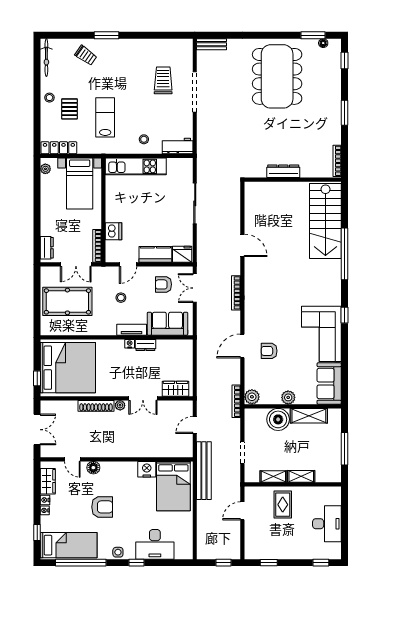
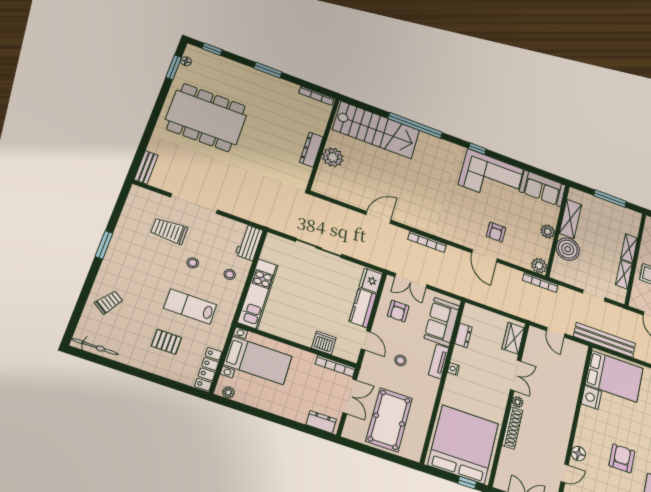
window: (106, 35) -> (104, 245), moved
stool: (49, 98) -> (193, 263), moved
plant: (283, 191) -> (333, 157), added
dresser: (145, 345) -> (463, 335), moved

